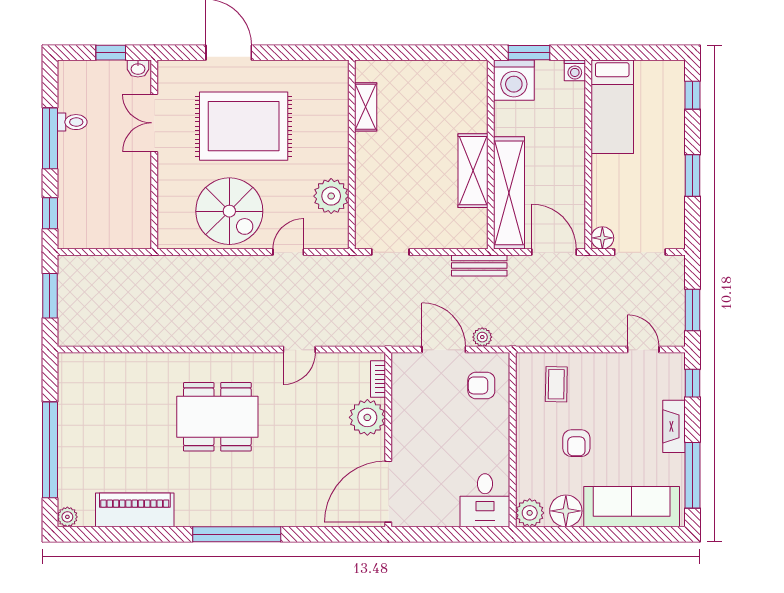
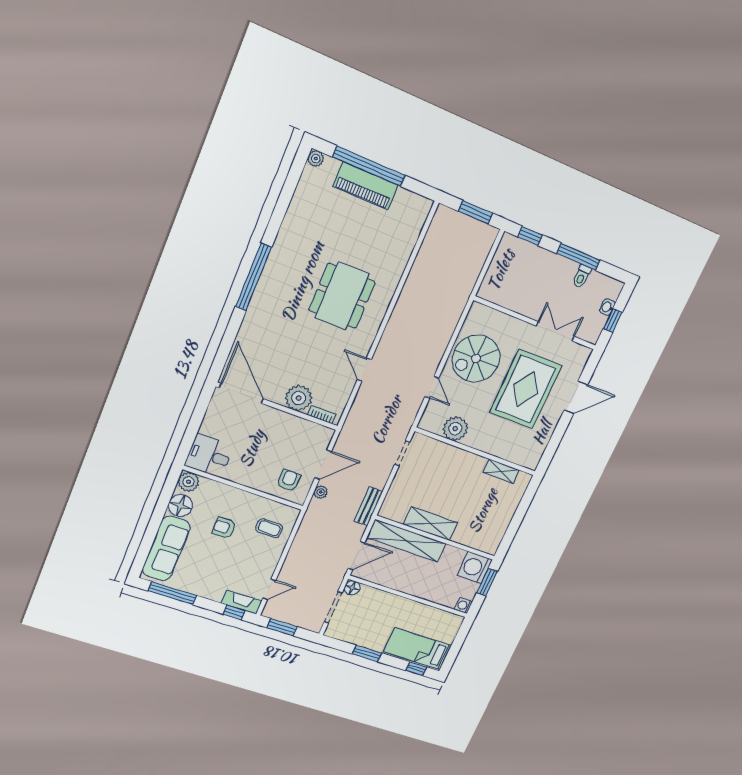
washbasin: (138, 69) -> (607, 307), moved
bed: (612, 107) -> (418, 649), moved
fireplace: (674, 426) -> (241, 602), moved
piano: (135, 510) -> (366, 186), moved, turned 90

